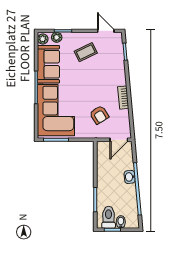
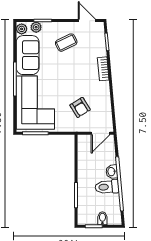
bookcase: (123, 98) -> (103, 69), moved
toilet: (109, 217) -> (107, 187), moved, turned -95

